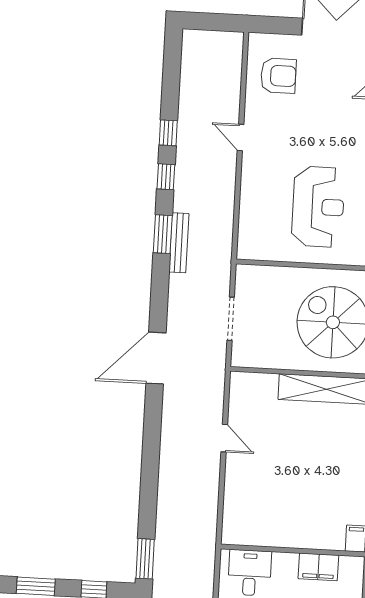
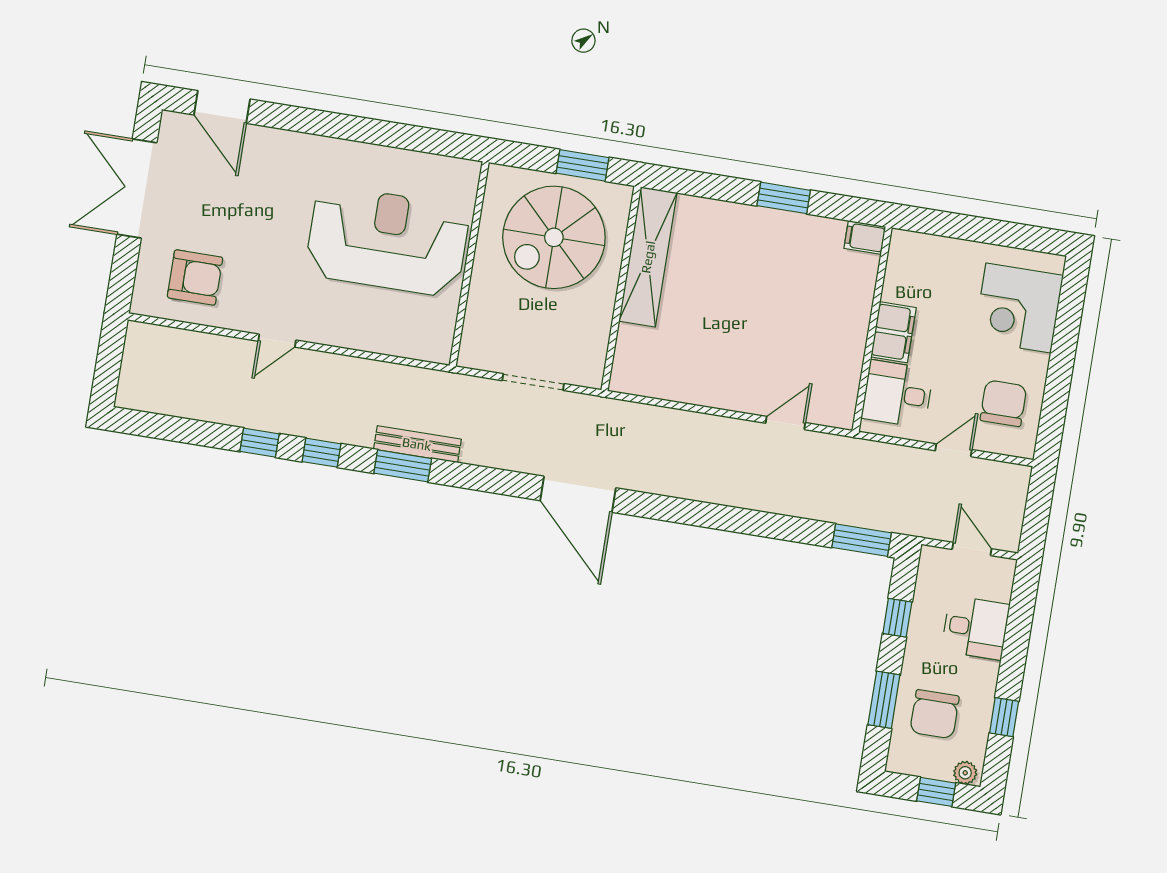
armchair: (278, 76) -> (195, 277), turned 90
reception desk: (318, 207) -> (387, 241), width x1.36, depth x1.30
door: (224, 438) -> (785, 423), moved
filing cabinet: (318, 567) -> (893, 332), moved

